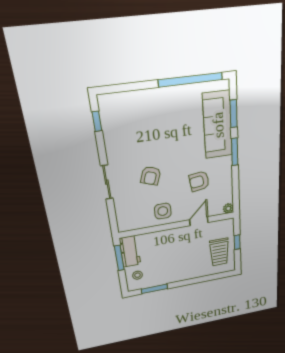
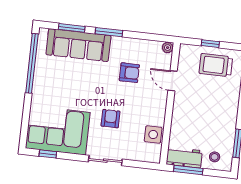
corner sofa: (125, 126) -> (58, 130), added
armchair: (151, 176) -> (111, 119), turned -109
armchair: (199, 181) -> (129, 73), turned -82
side table: (163, 211) -> (153, 135), moved
trolley: (219, 252) -> (216, 65), turned 180

